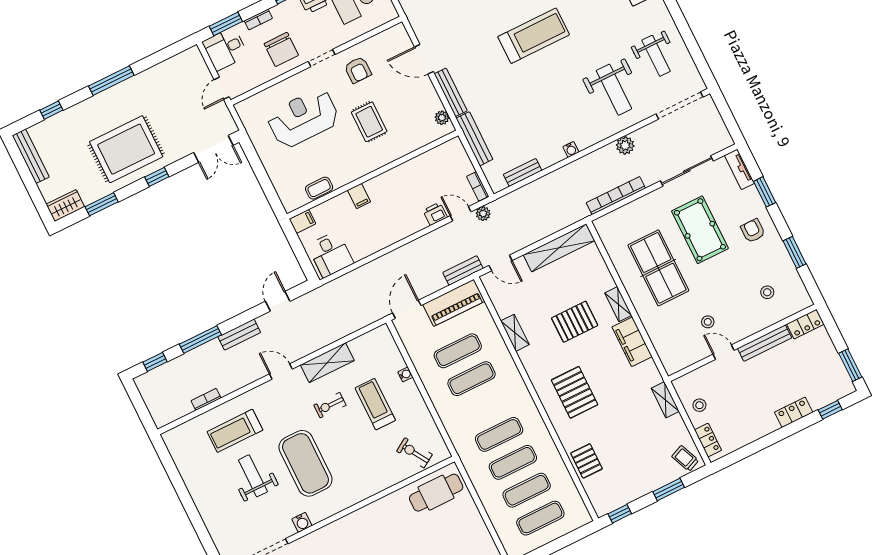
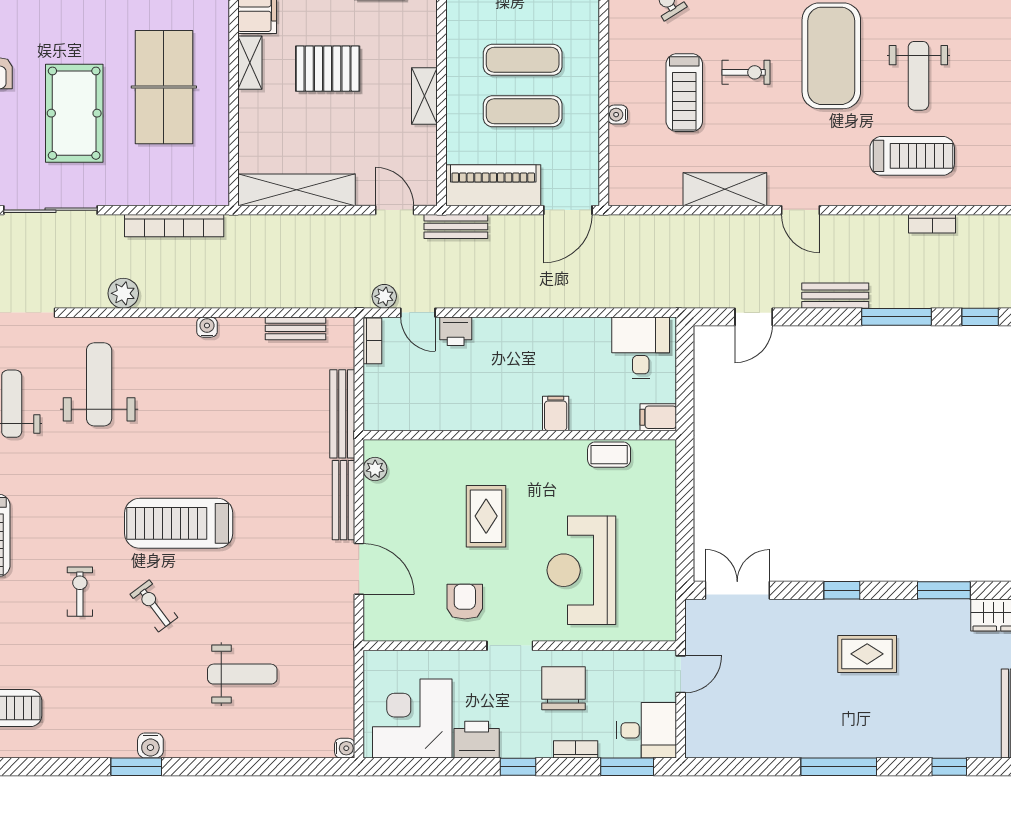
reception desk: (303, 118) -> (581, 570), turned 90
rug: (126, 149) -> (867, 654), width x0.54, depth x0.49
exercise bike: (330, 405) -> (746, 72), moved

